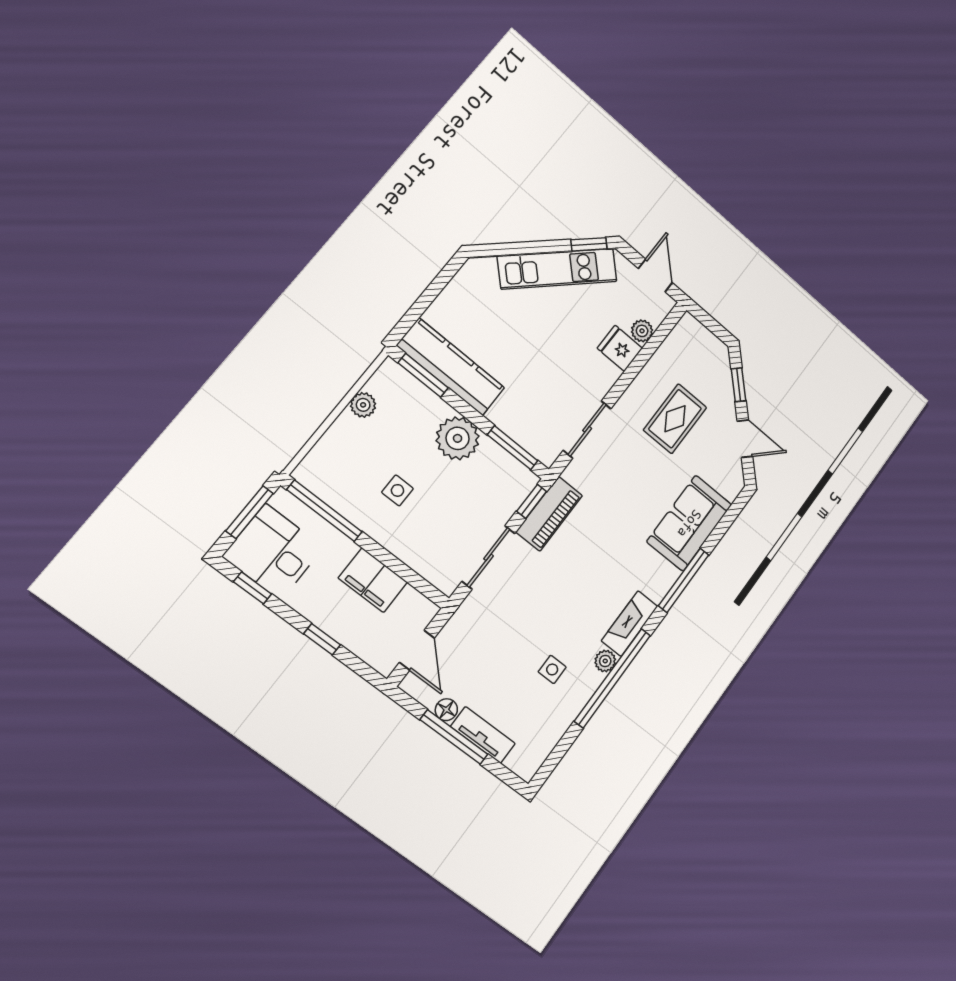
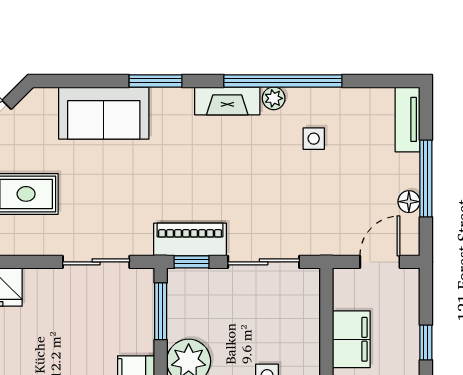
window: (684, 580) -> (156, 81), width x0.69
tv unit: (483, 735) -> (407, 119), moved

